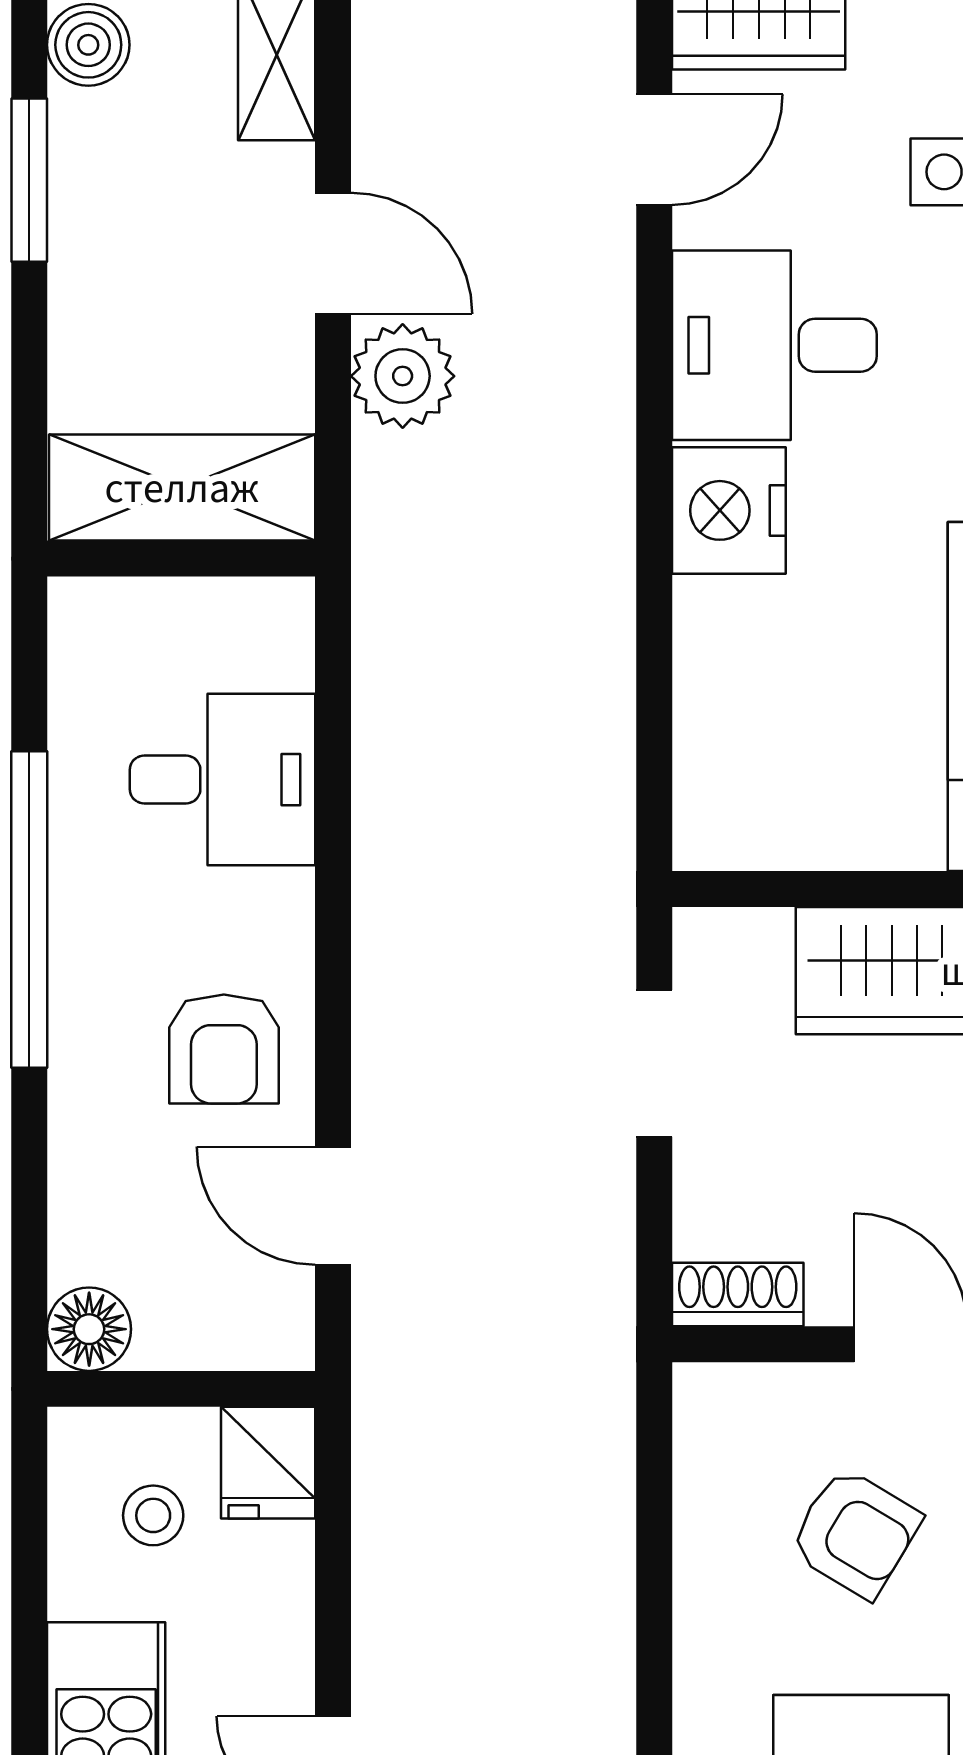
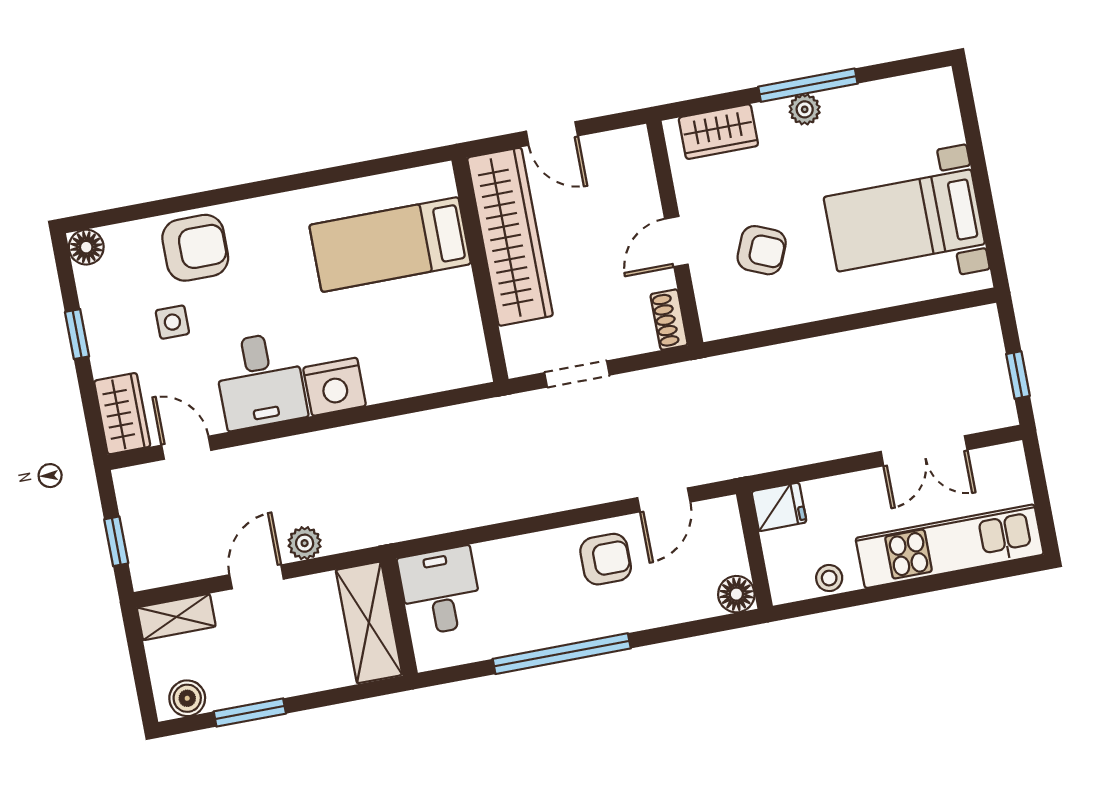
plant: (403, 376) -> (305, 543), width x0.73, depth x0.73
desk: (222, 780) -> (440, 591), moved
stool: (153, 1515) -> (829, 578), moved
armchair: (855, 1533) -> (762, 250), turned 82

